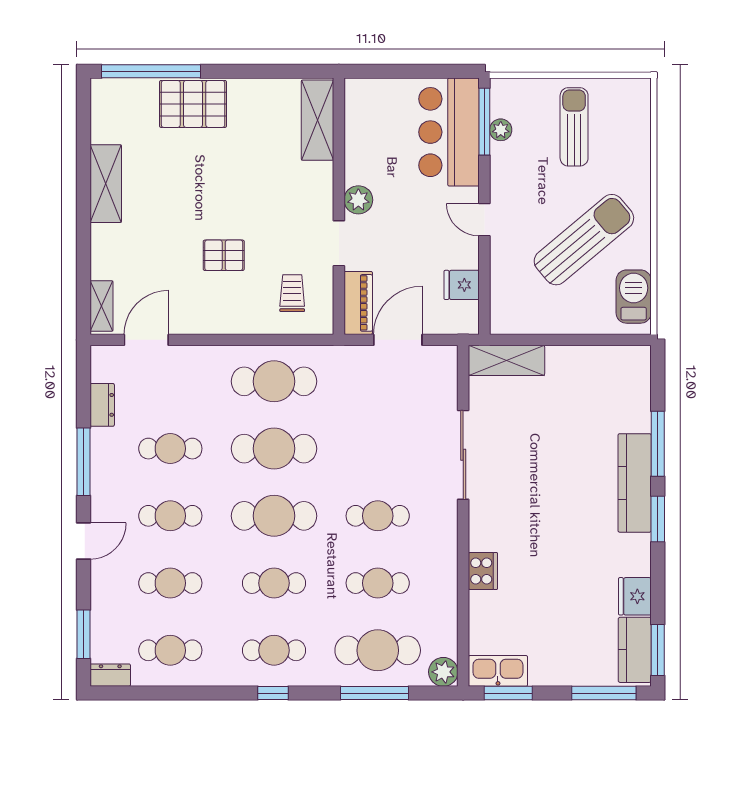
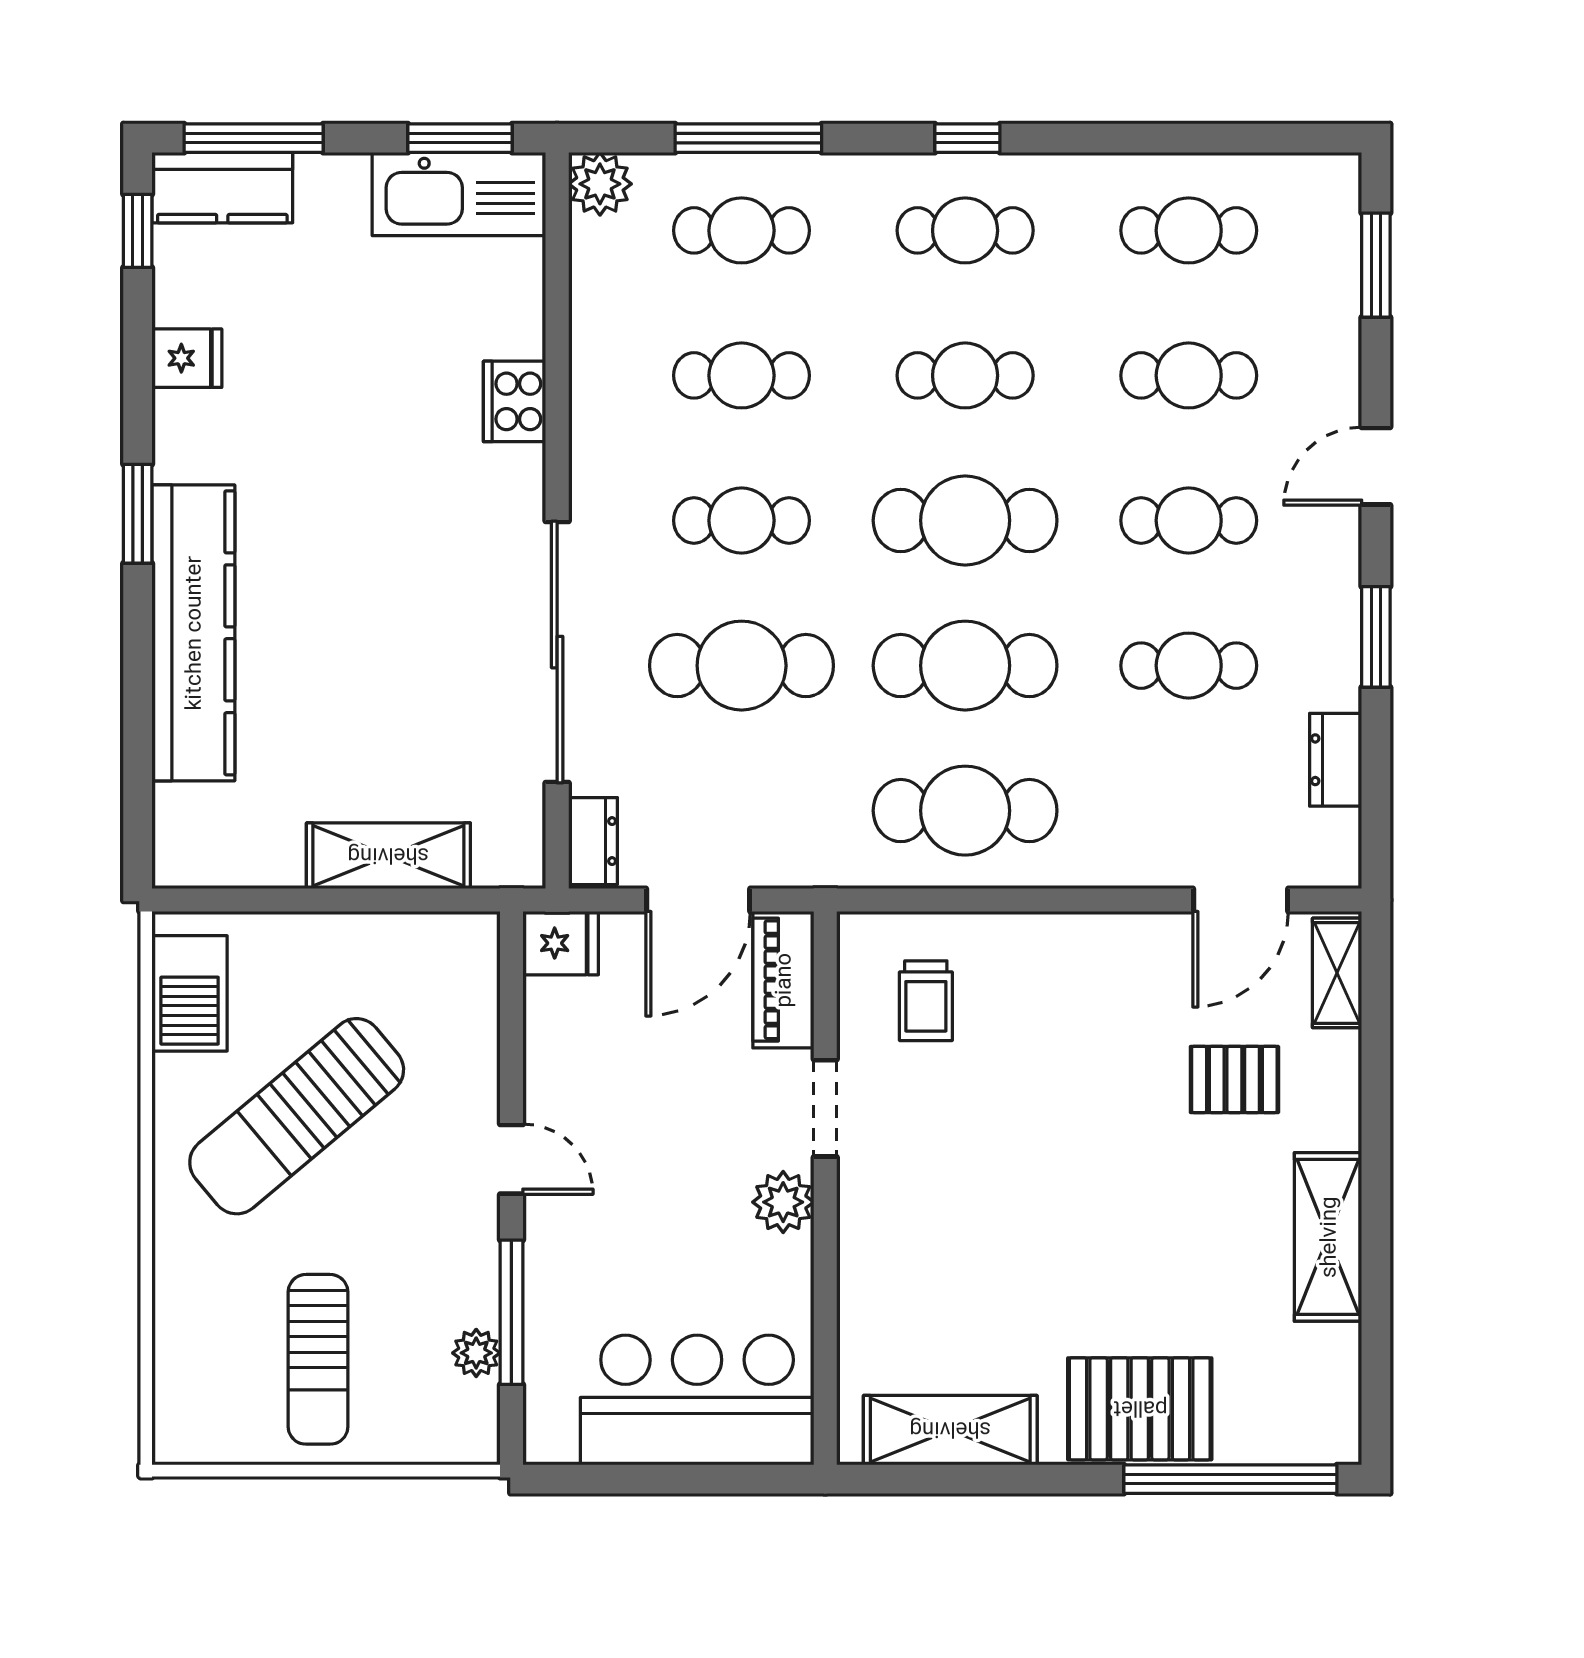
shelving: (317, 120) -> (950, 1430), moved, turned 90
window: (484, 122) -> (511, 1312), moved
bar counter: (449, 132) -> (697, 1400), moved, turned -90
pallet: (224, 255) -> (1234, 1079), moved
fridge: (462, 285) -> (561, 943), moved
shelving: (506, 360) -> (388, 856), moved
window: (658, 444) -> (138, 676), removed
cafe table: (378, 449) -> (742, 666), added
sliding door: (463, 455) -> (557, 652), width x1.36
window: (83, 462) -> (1376, 637), width x0.69
kitchen counter: (635, 483) -> (193, 633), width x1.39, depth x1.17
fridge: (635, 596) -> (187, 358), width x0.72
cafe table: (378, 650) -> (742, 230), width x0.73, depth x0.74
kitchen counter: (635, 650) -> (222, 188), moved, turned 90
window: (658, 650) -> (138, 231), width x0.67
kitchen sink: (498, 671) -> (459, 194), width x1.36, depth x1.24
dresser: (110, 675) -> (593, 841), moved, turned -90

